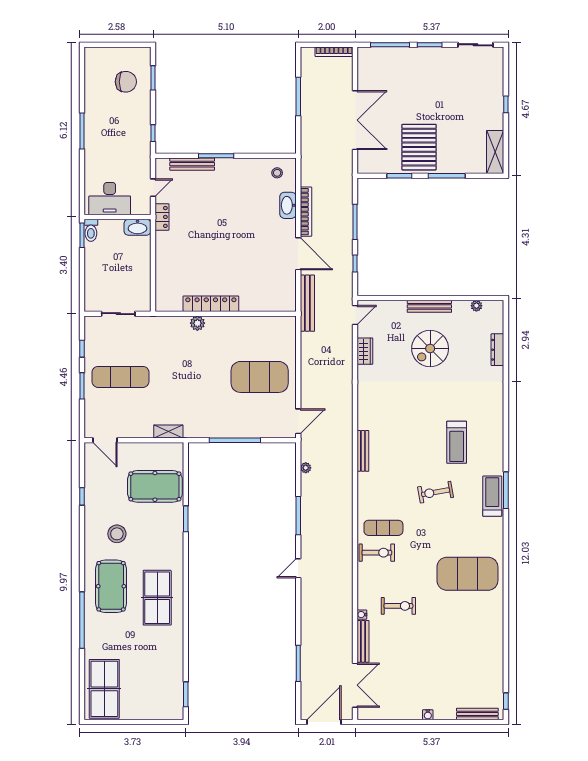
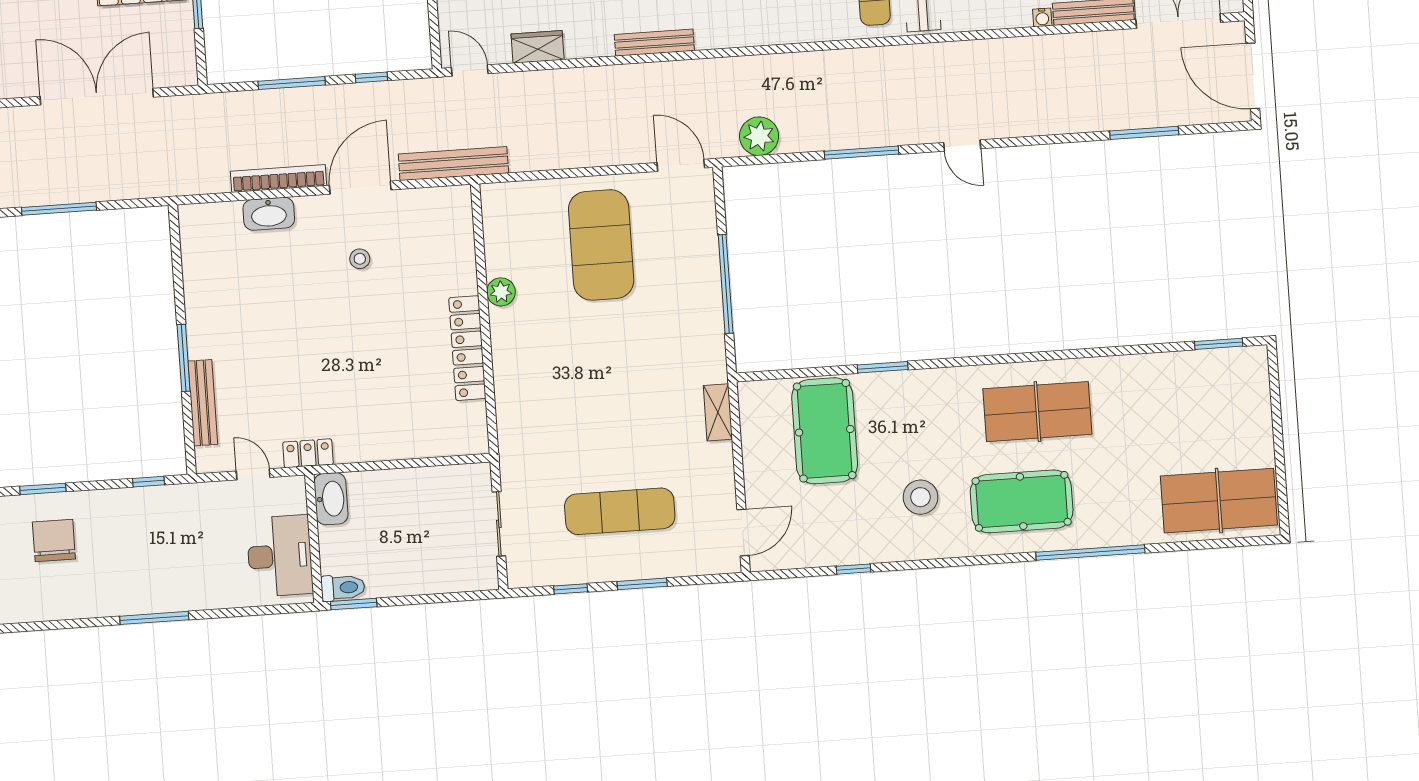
stool: (277, 173) -> (360, 259), moved
plant: (197, 323) -> (501, 292), moved
exercise mat: (120, 377) -> (620, 511), turned 90
bench: (363, 451) -> (654, 43), moved
plant: (306, 468) -> (759, 136), width x1.88, depth x1.88

